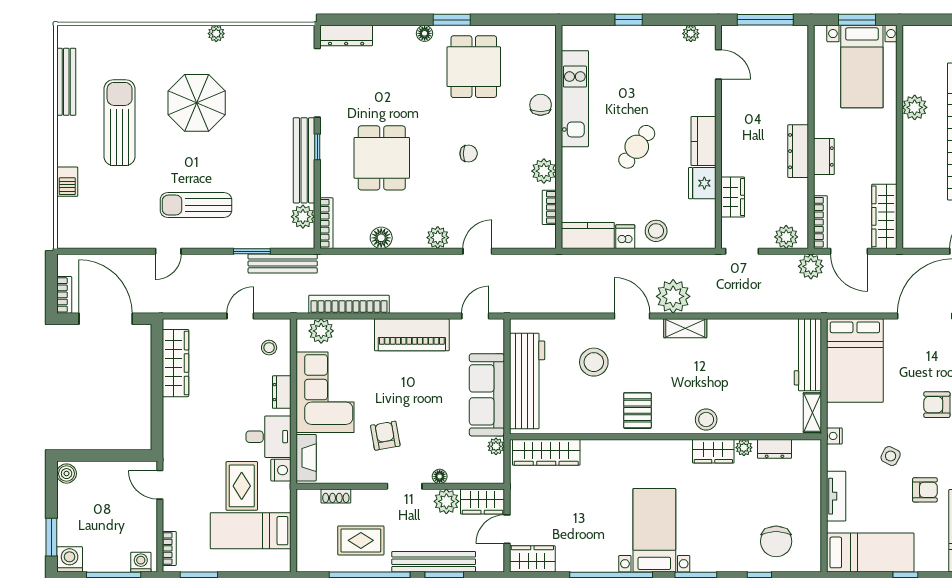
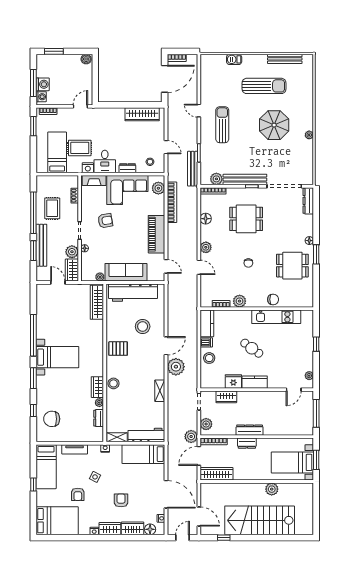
shelving: (685, 328) -> (160, 391), moved
bed: (855, 360) -> (143, 454), width x0.67
washing machine: (70, 559) -> (43, 84), moved
wardrobe: (532, 559) -> (43, 295), removed

